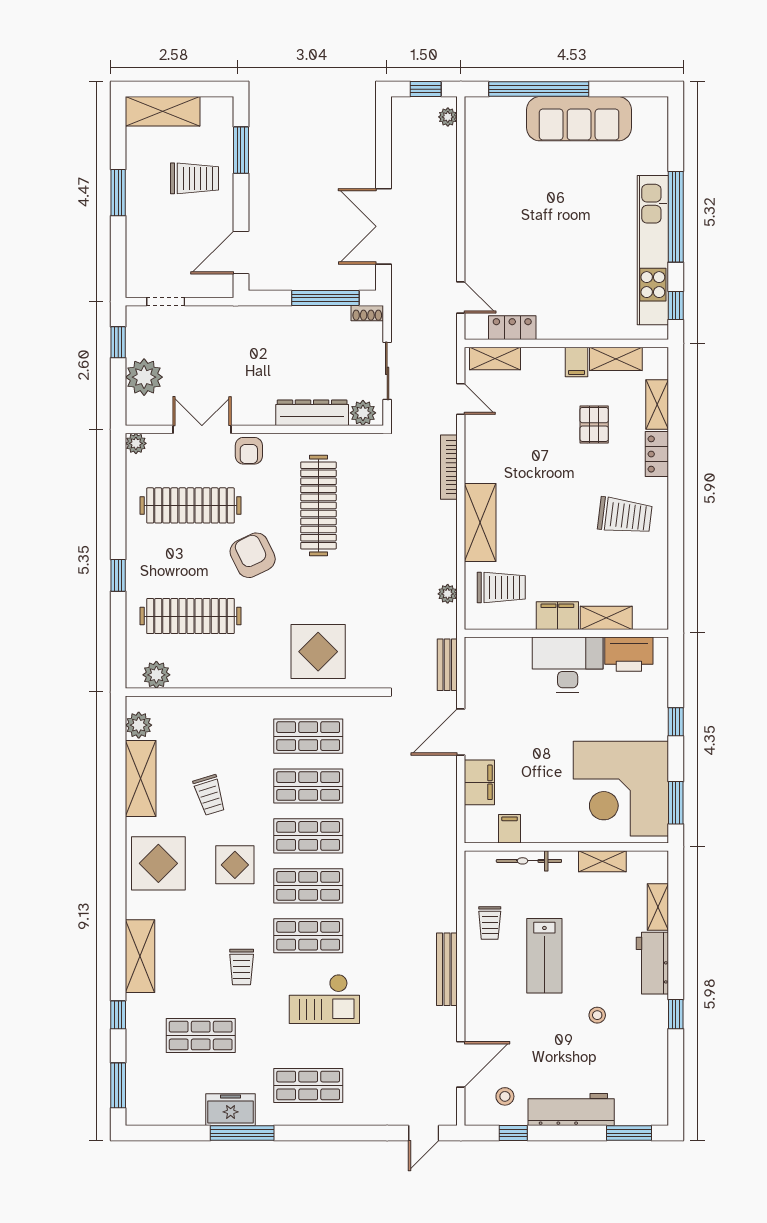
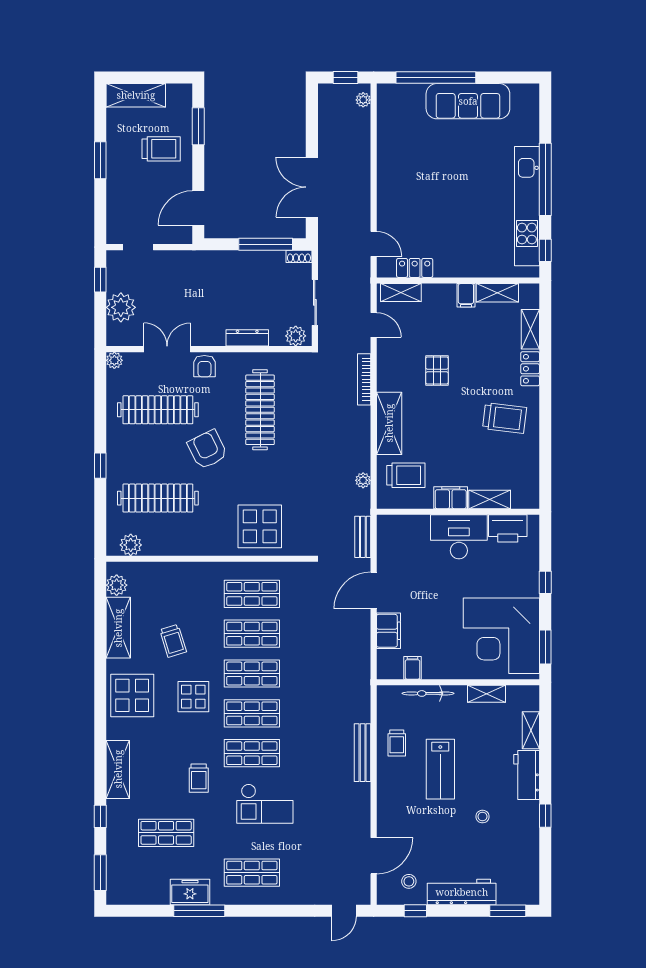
dresser: (312, 413) -> (247, 338), width x0.73, depth x0.80
pallet: (594, 424) -> (437, 371), moved
bench: (447, 969) -> (363, 753), moved

